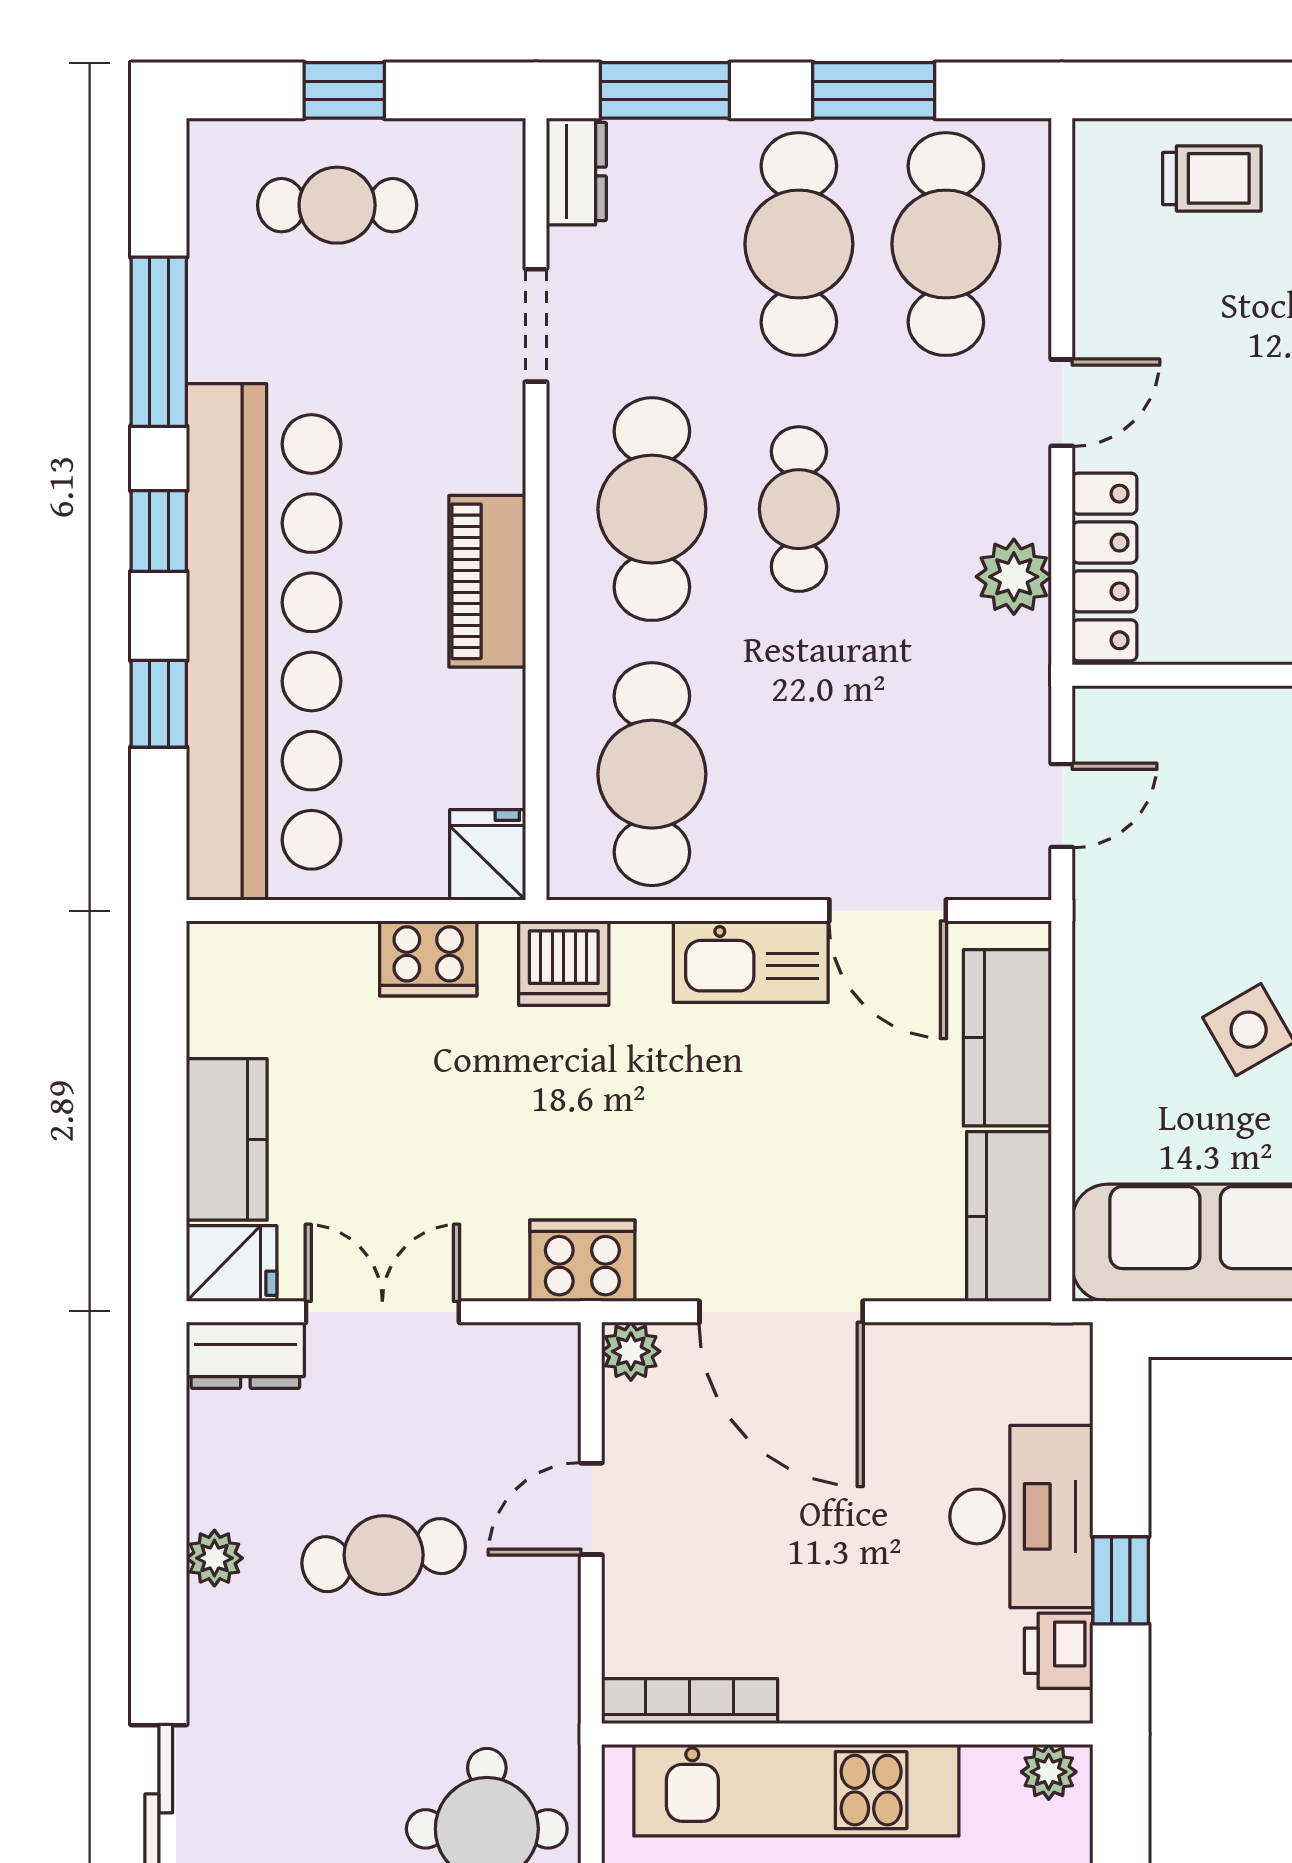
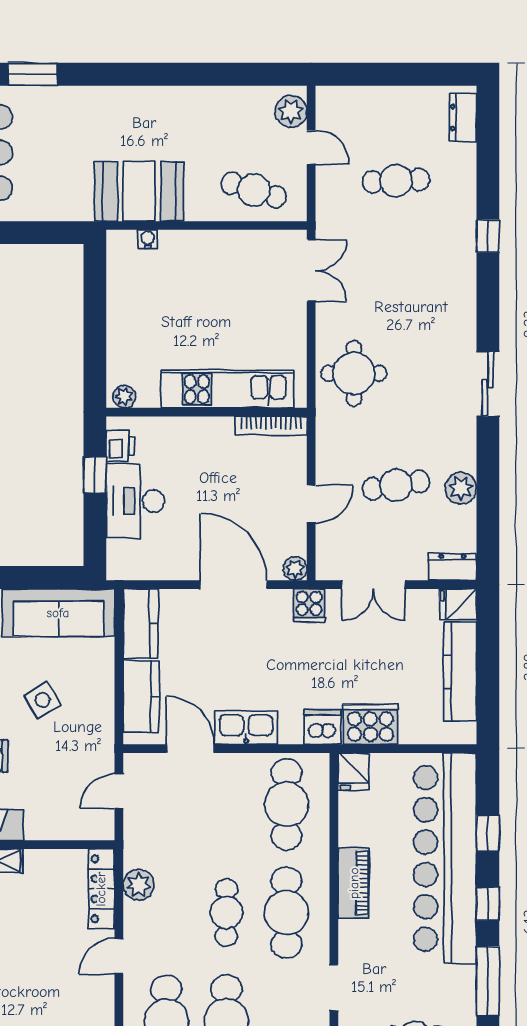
cooker: (428, 958) -> (370, 724), width x1.37, depth x1.31
kitchen counter: (227, 1139) -> (460, 671), width x1.50
cooker: (582, 1261) -> (309, 605), width x0.73
double door: (382, 1312) -> (374, 585), moved
plant: (214, 1558) -> (461, 488), width x1.38, depth x1.38

